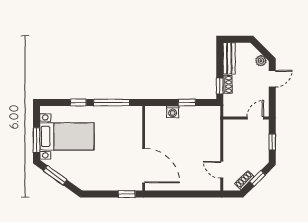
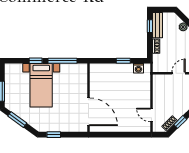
window: (220, 86) -> (150, 26), moved
washing machine: (173, 112) -> (138, 68), moved
bed with nightstands: (67, 136) -> (41, 85), moved, turned 90
window: (127, 194) -> (54, 135), moved

